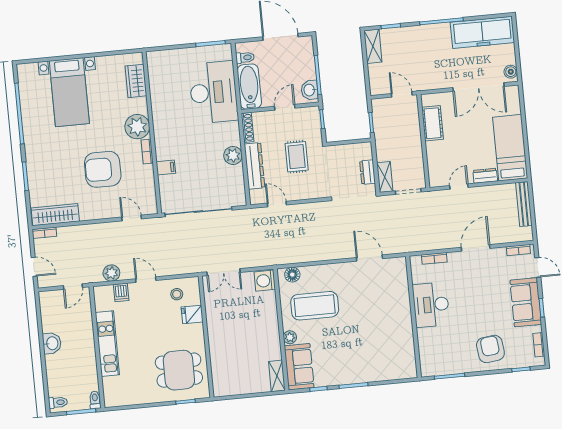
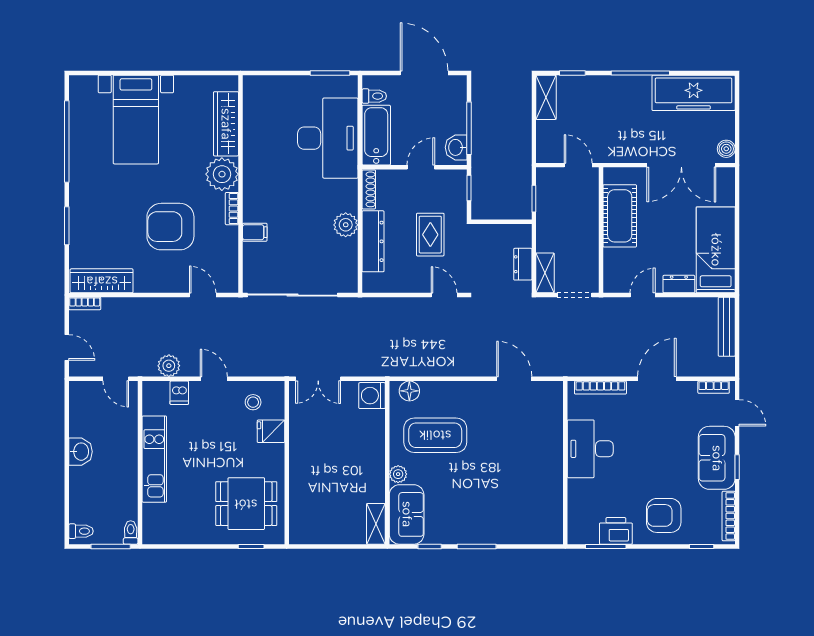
wardrobe: (136, 81) -> (226, 124), width x1.50
cot: (432, 123) -> (620, 216), width x1.37, depth x1.34
door: (277, 204) -> (444, 295), moved
bookcase: (434, 258) -> (600, 388), width x1.56
door: (73, 287) -> (116, 379), hinge flipped
bookcase: (539, 345) -> (729, 516), width x1.56
armchair: (490, 349) -> (664, 515), turned -83
printer: (456, 364) -> (616, 531), added

